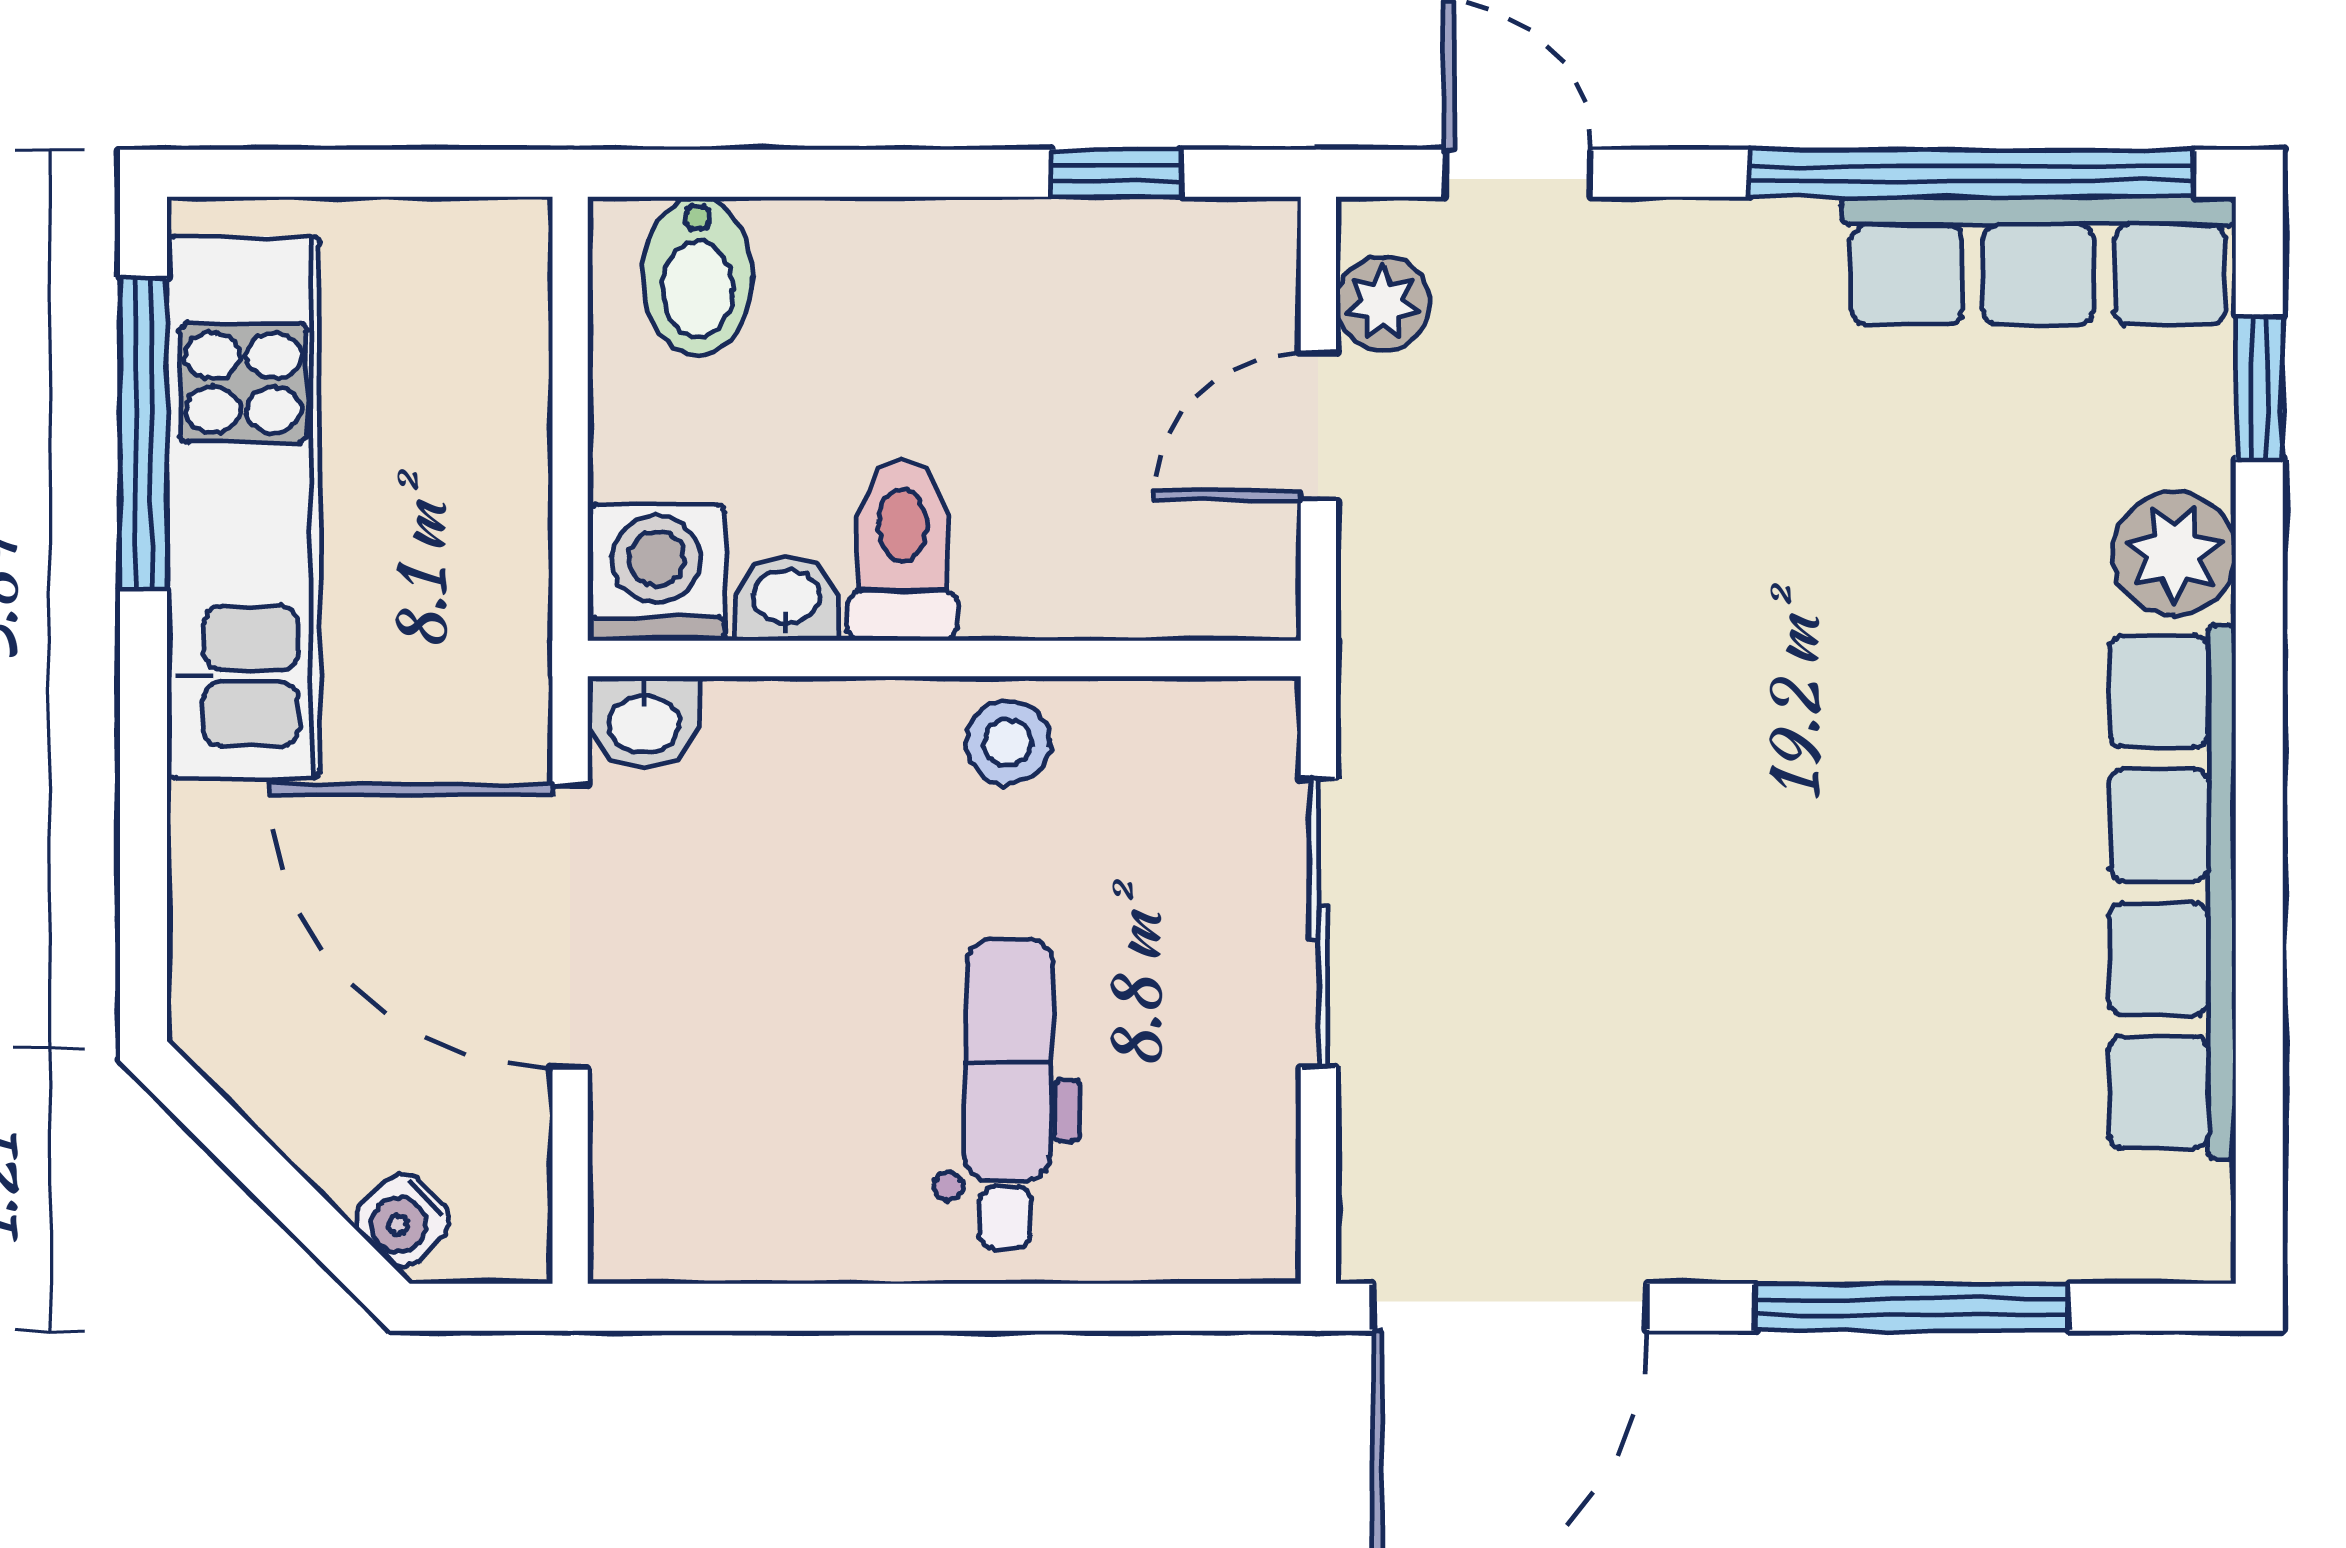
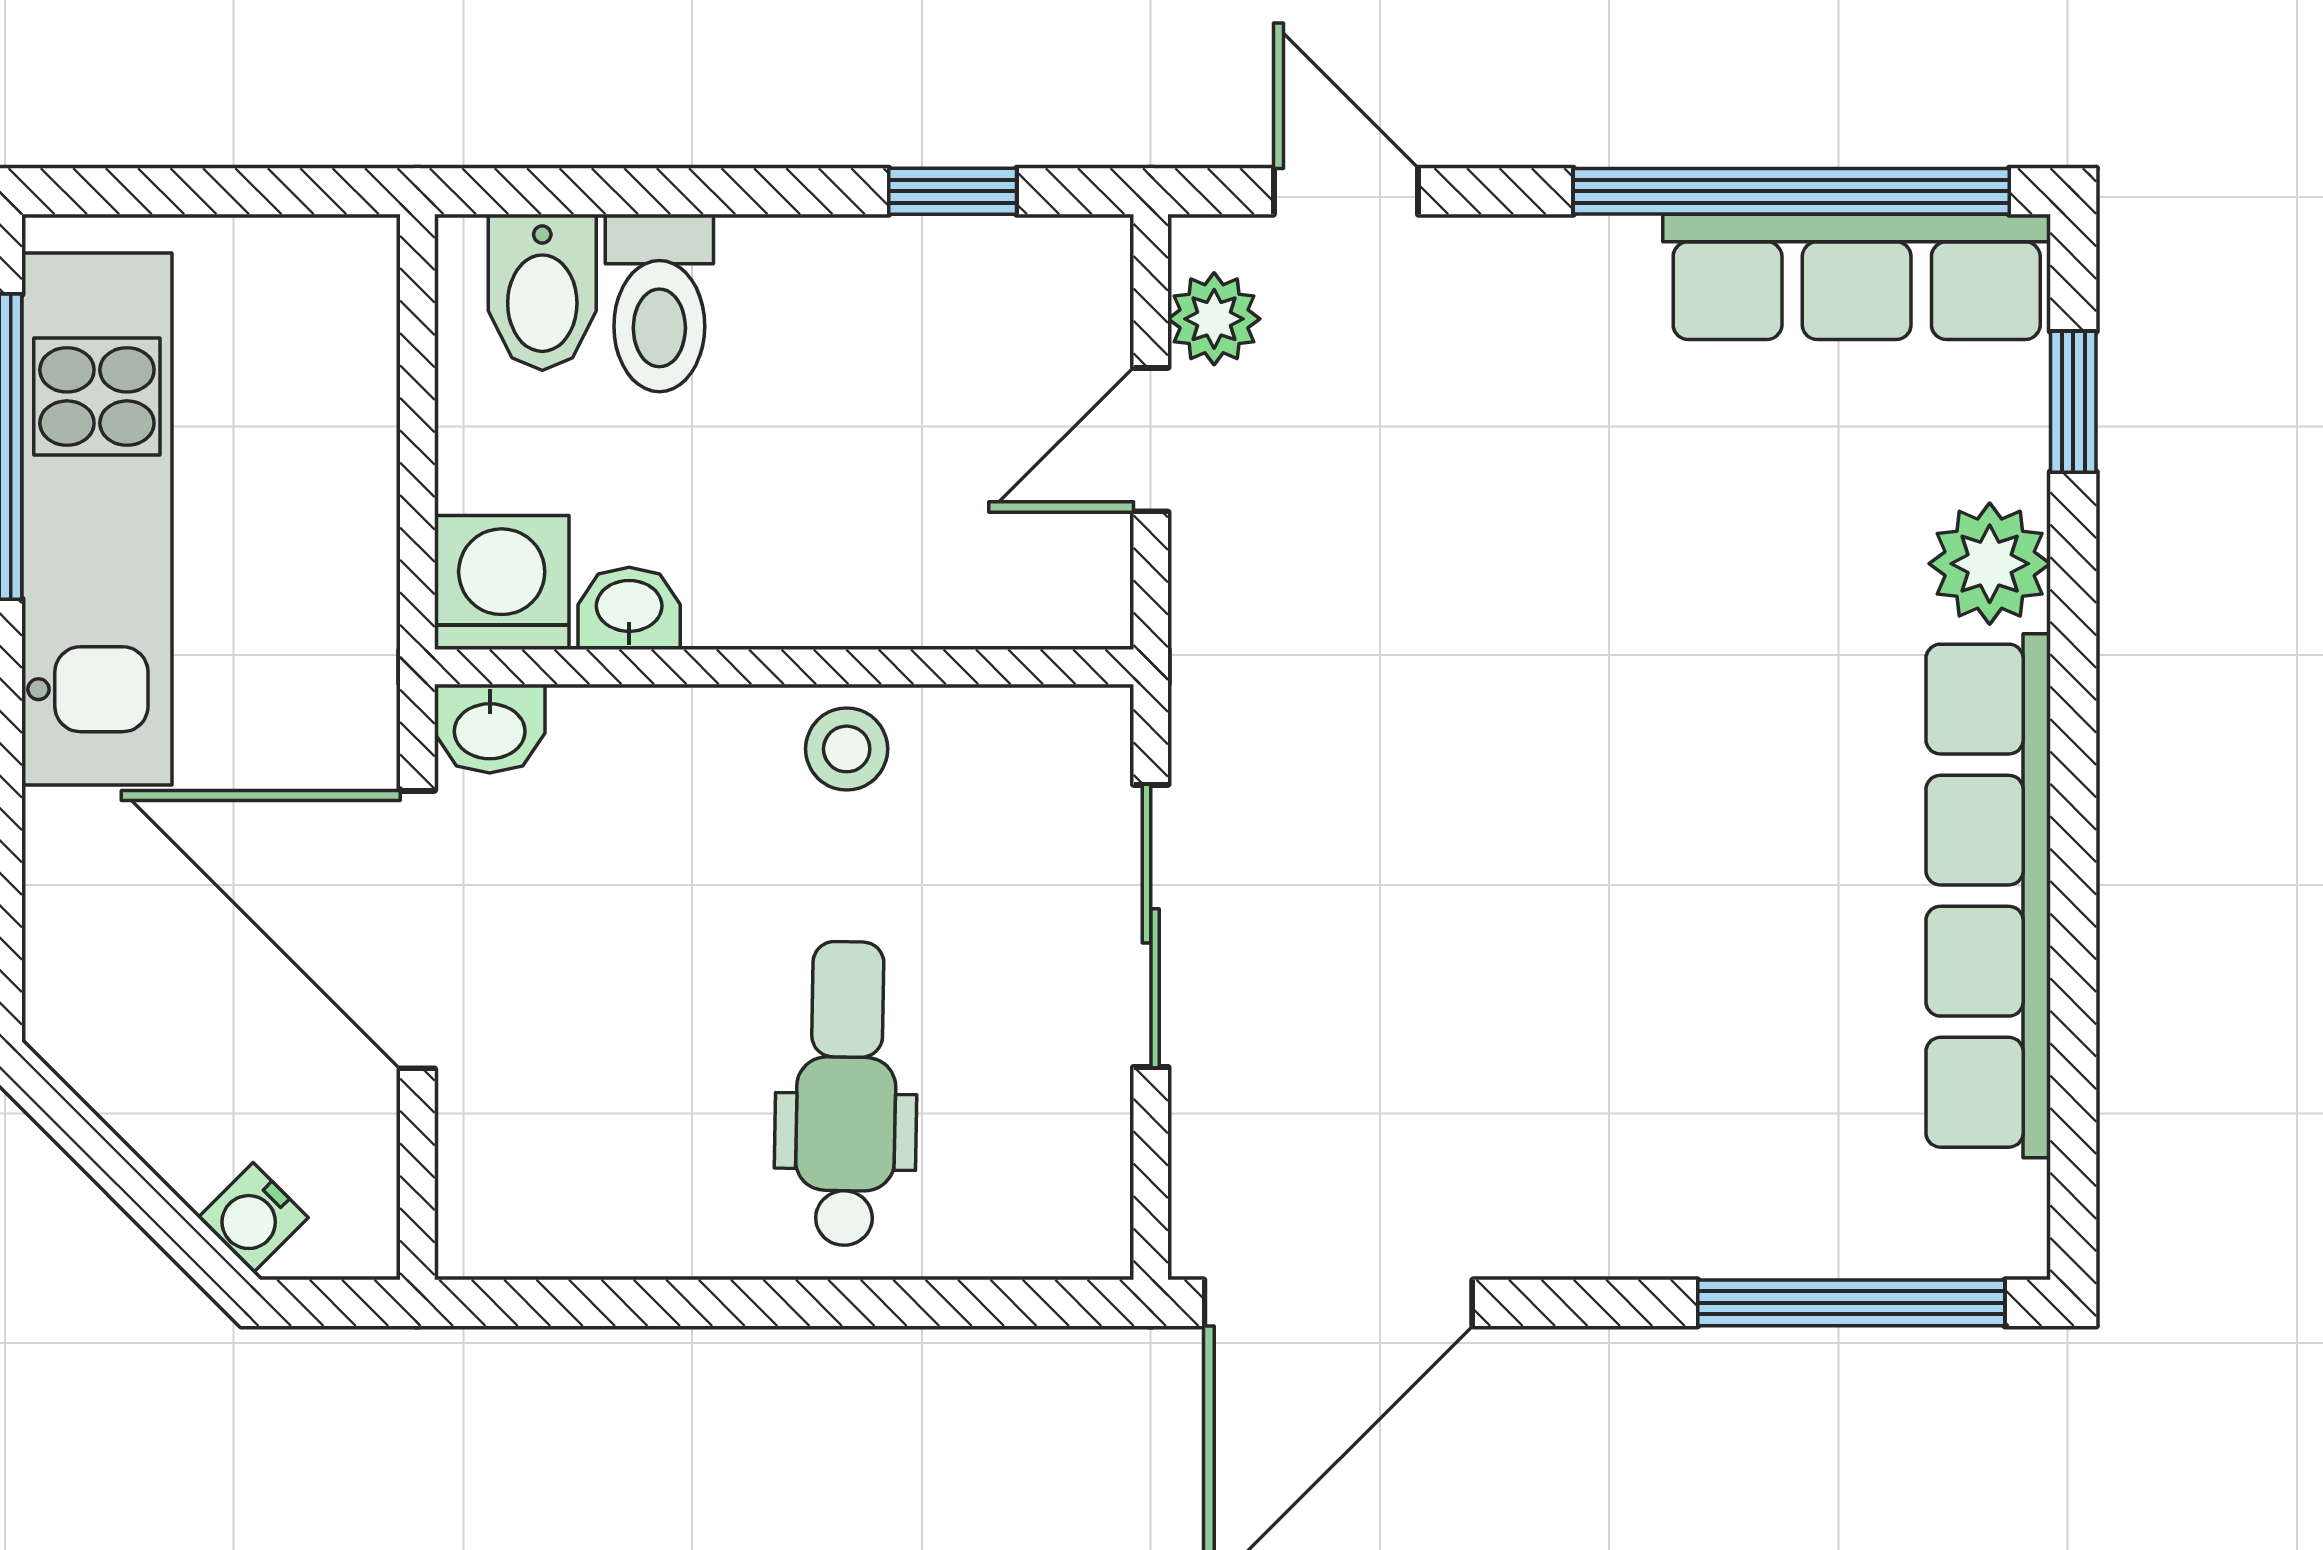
toilet: (903, 550) -> (659, 303), moved, turned 180
window: (1912, 1307) -> (1851, 1303), moved

